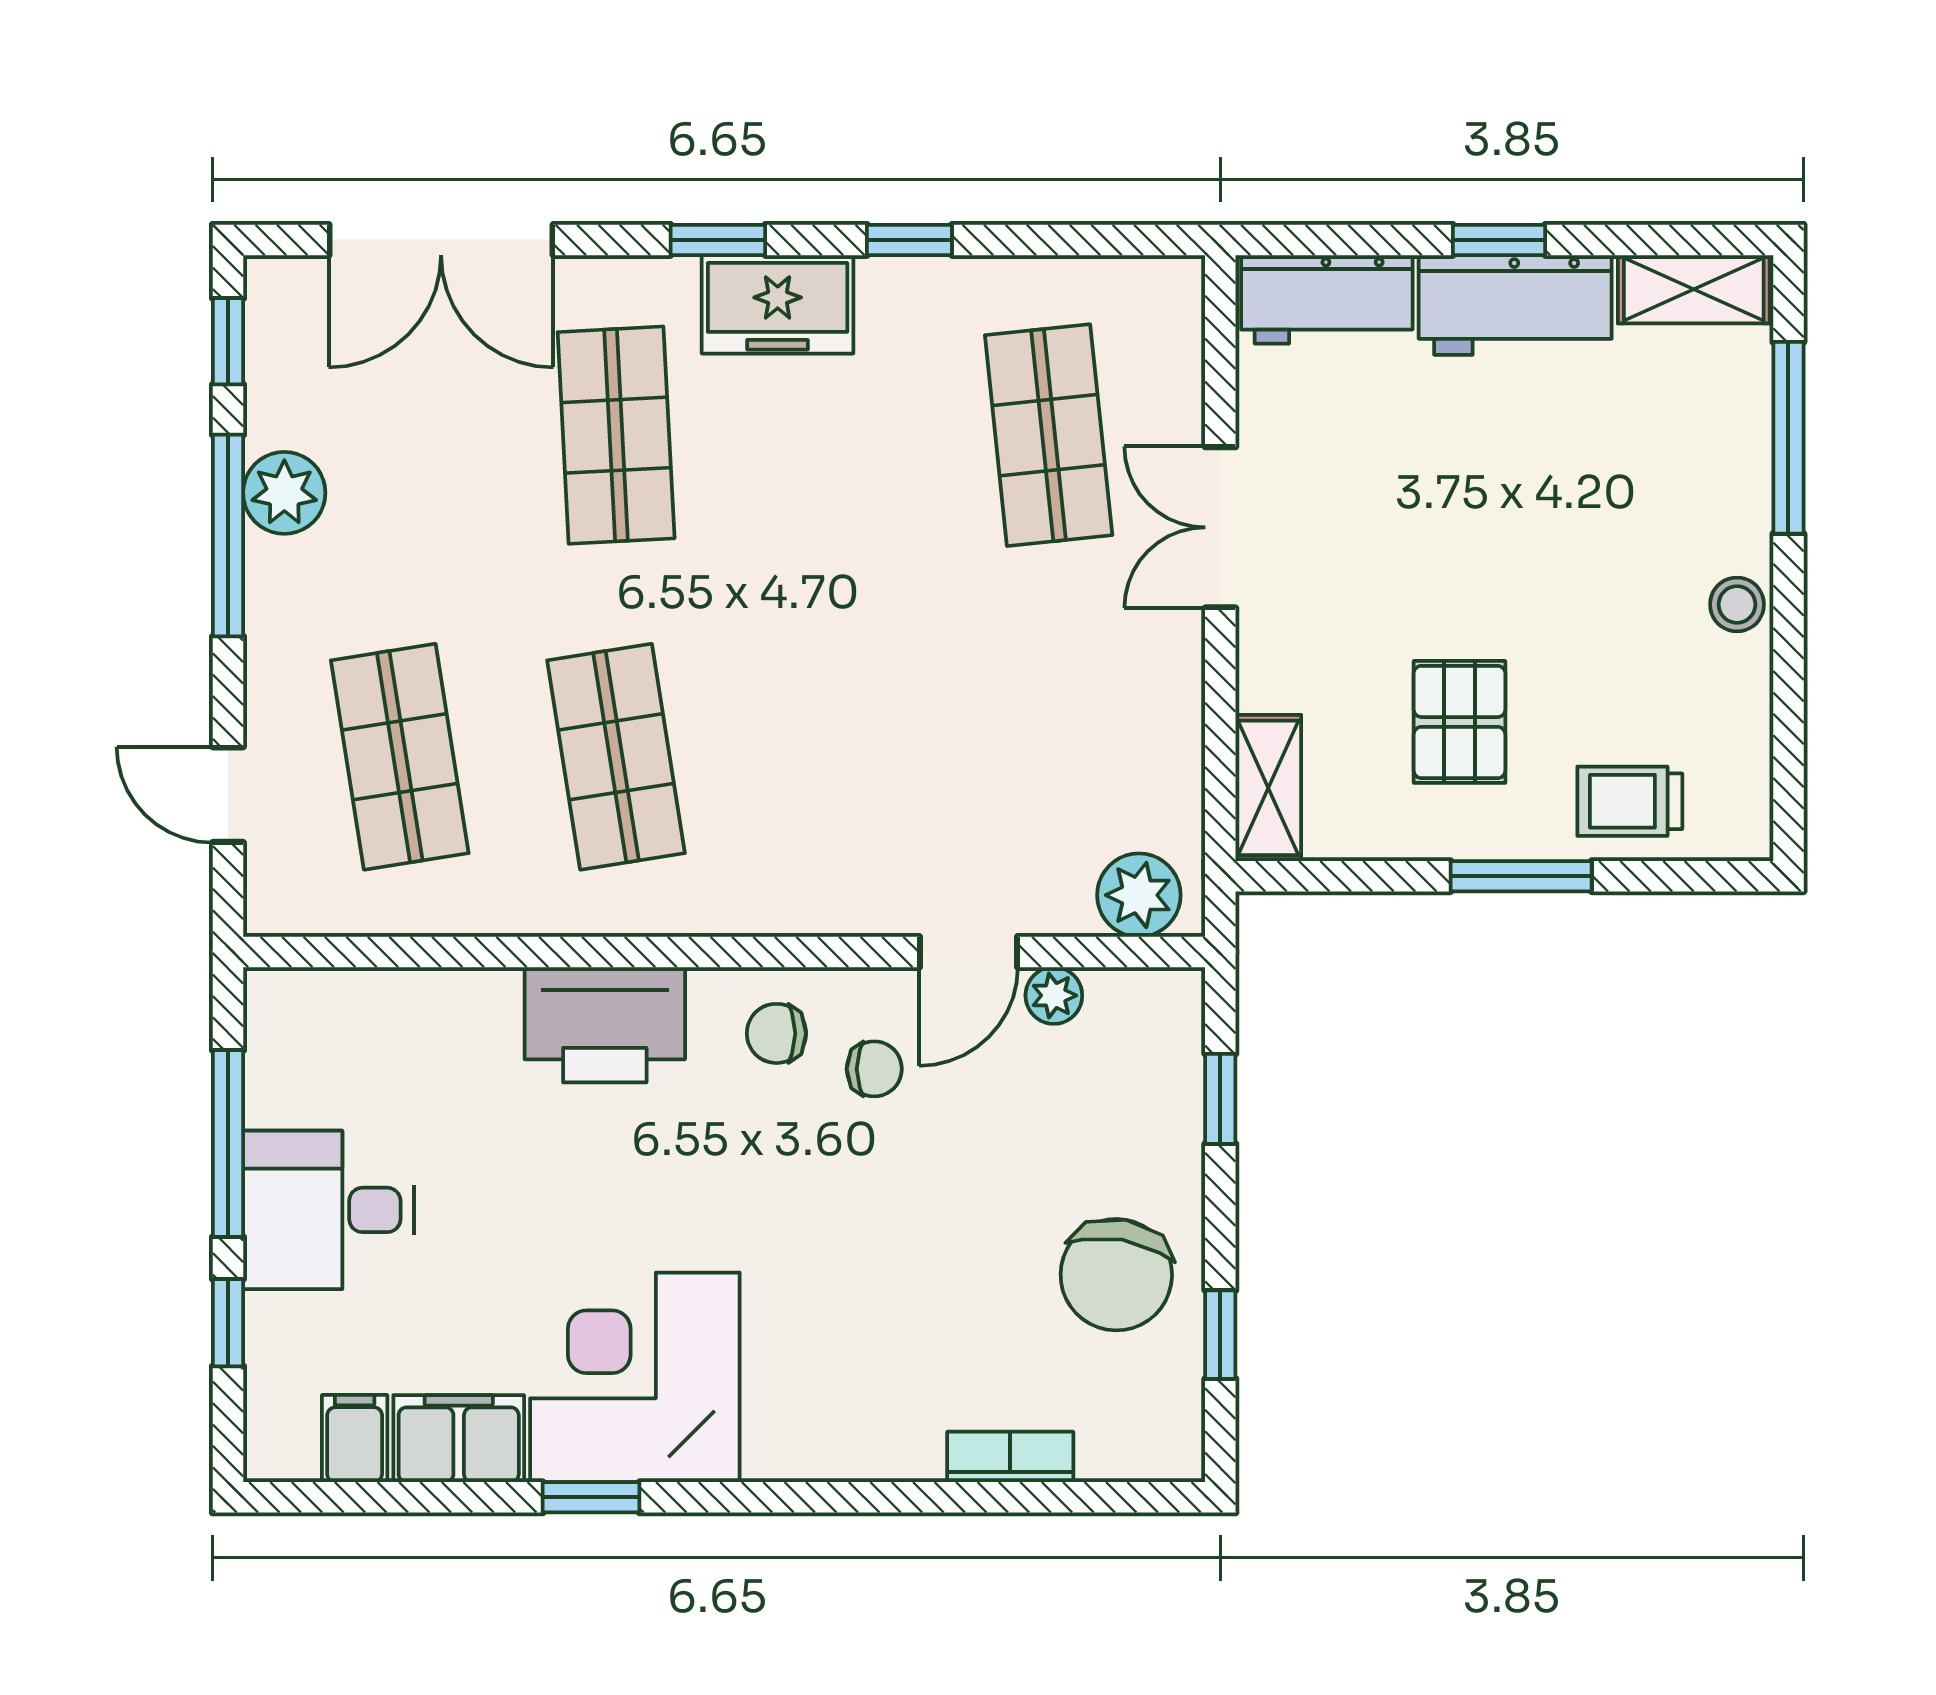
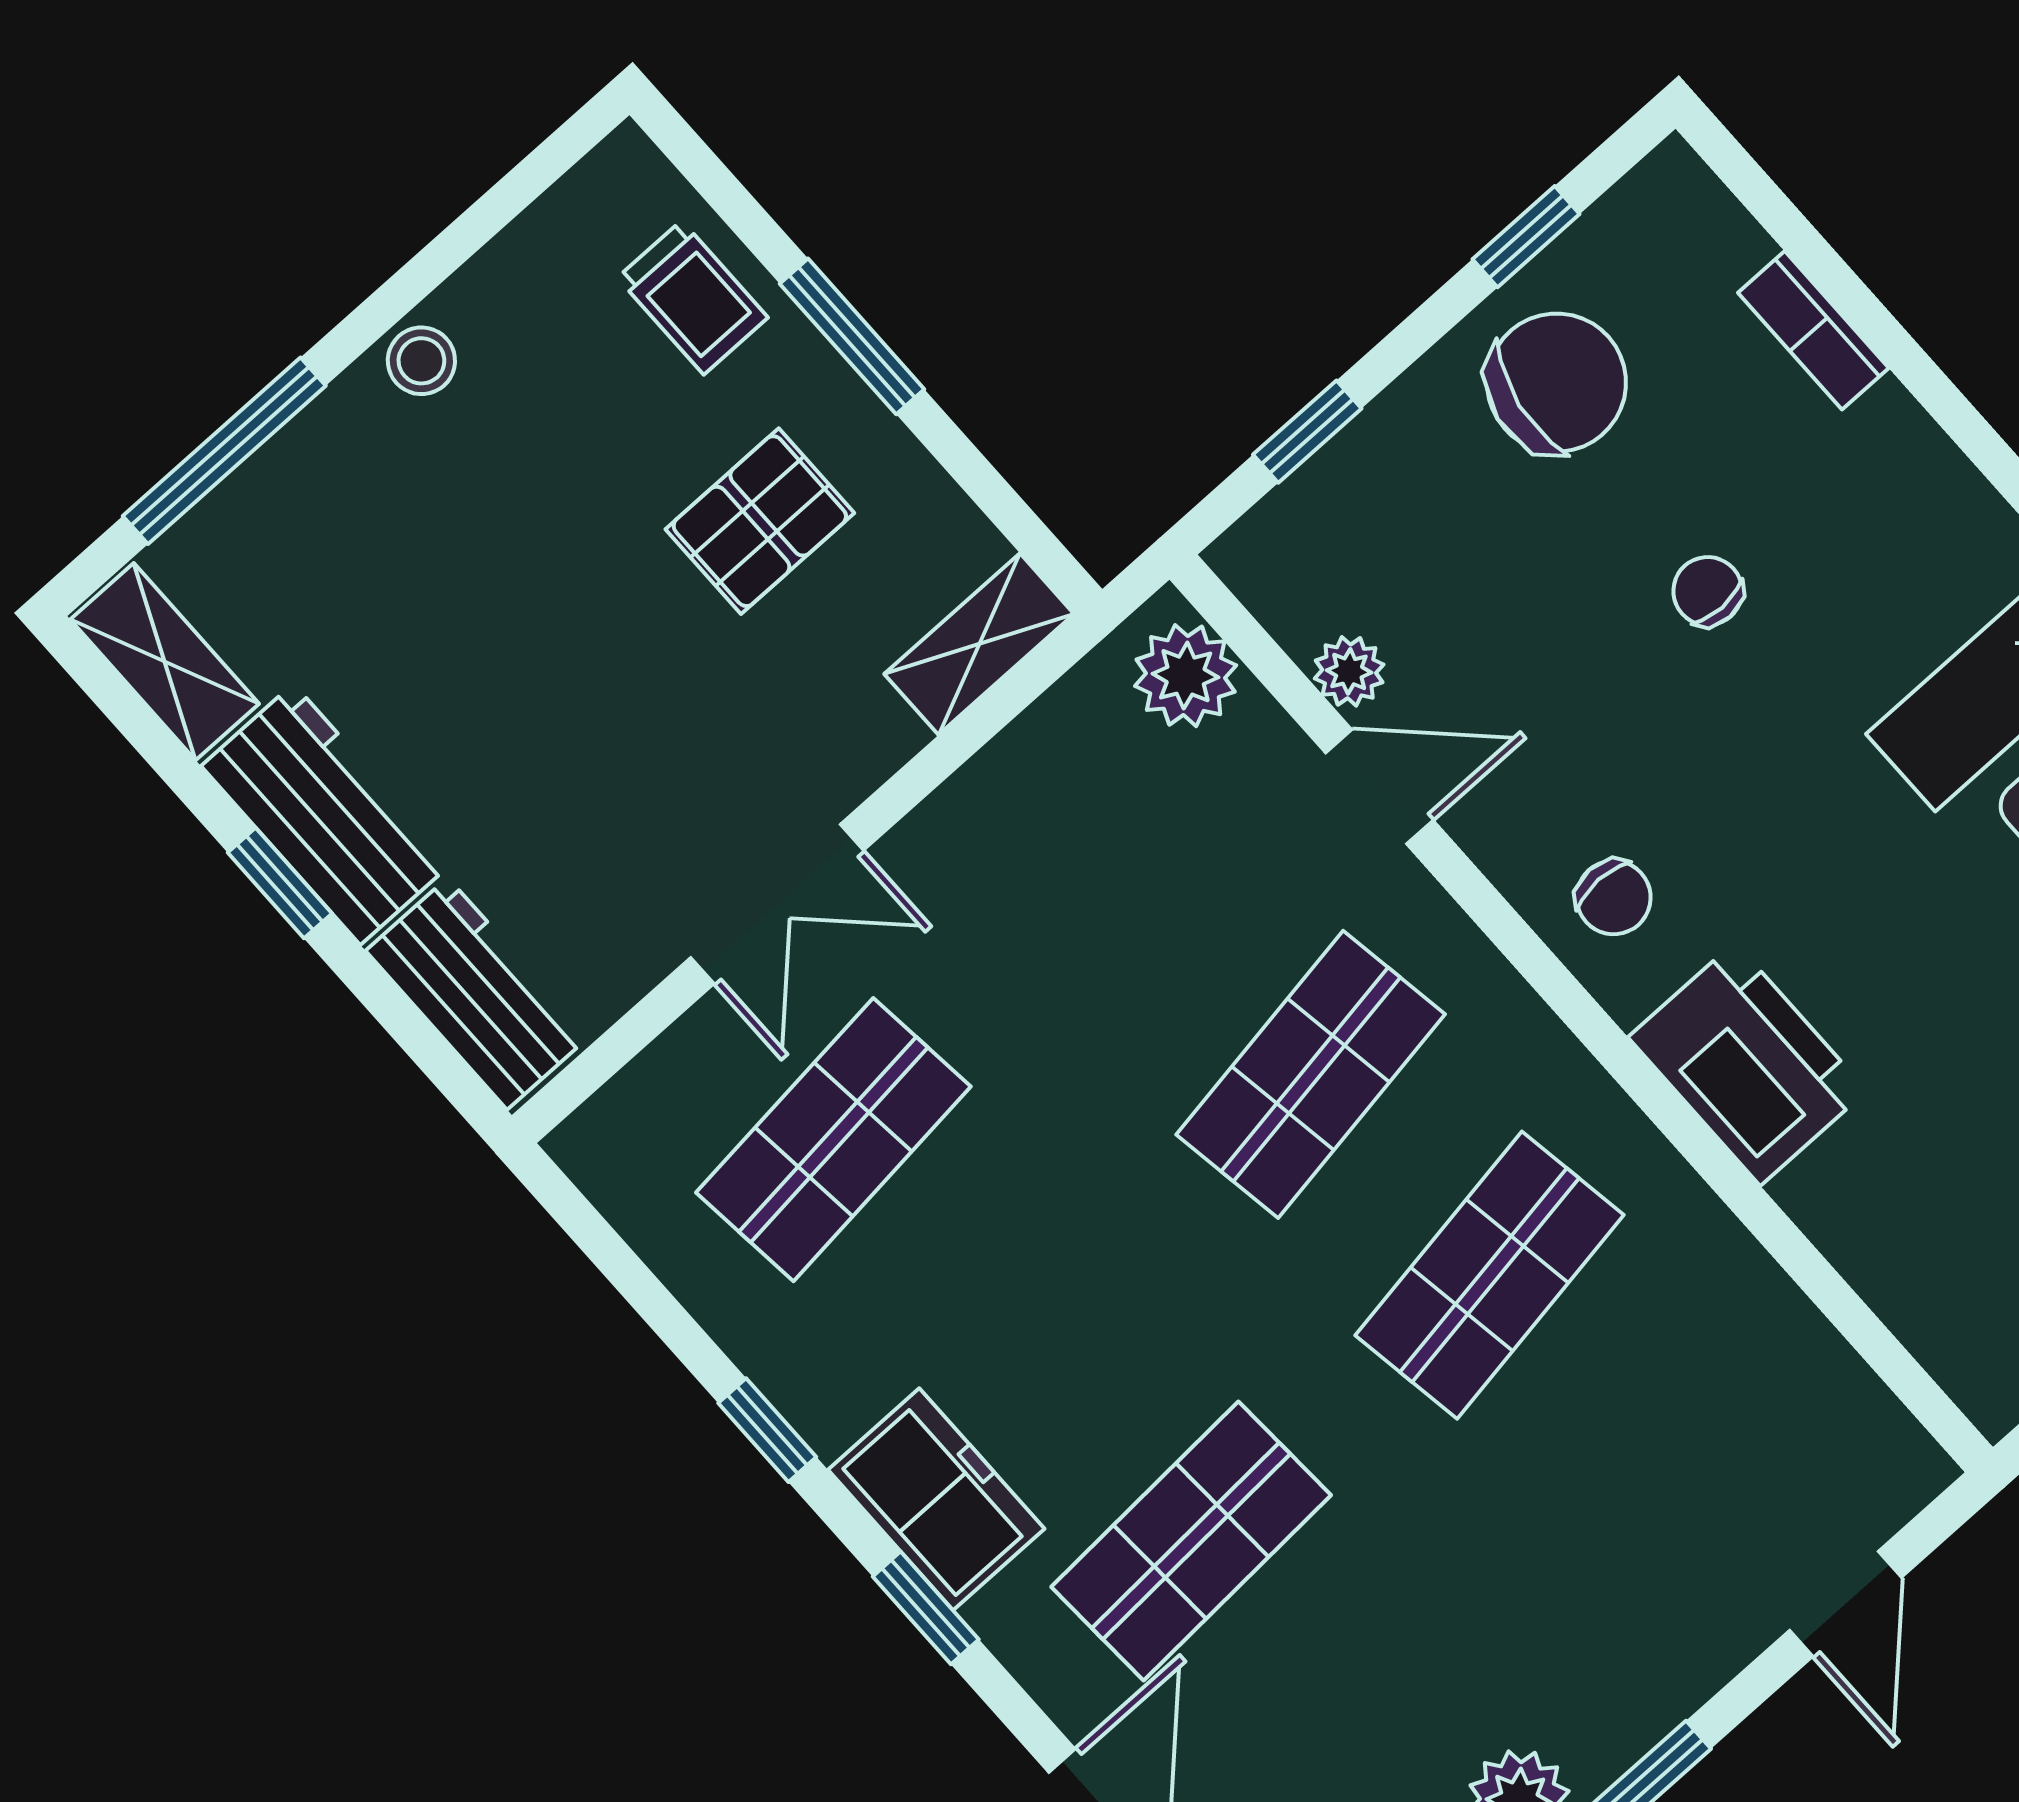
shop shelf: (400, 757) -> (1311, 1074), moved
chair: (874, 1069) -> (1708, 591), moved

